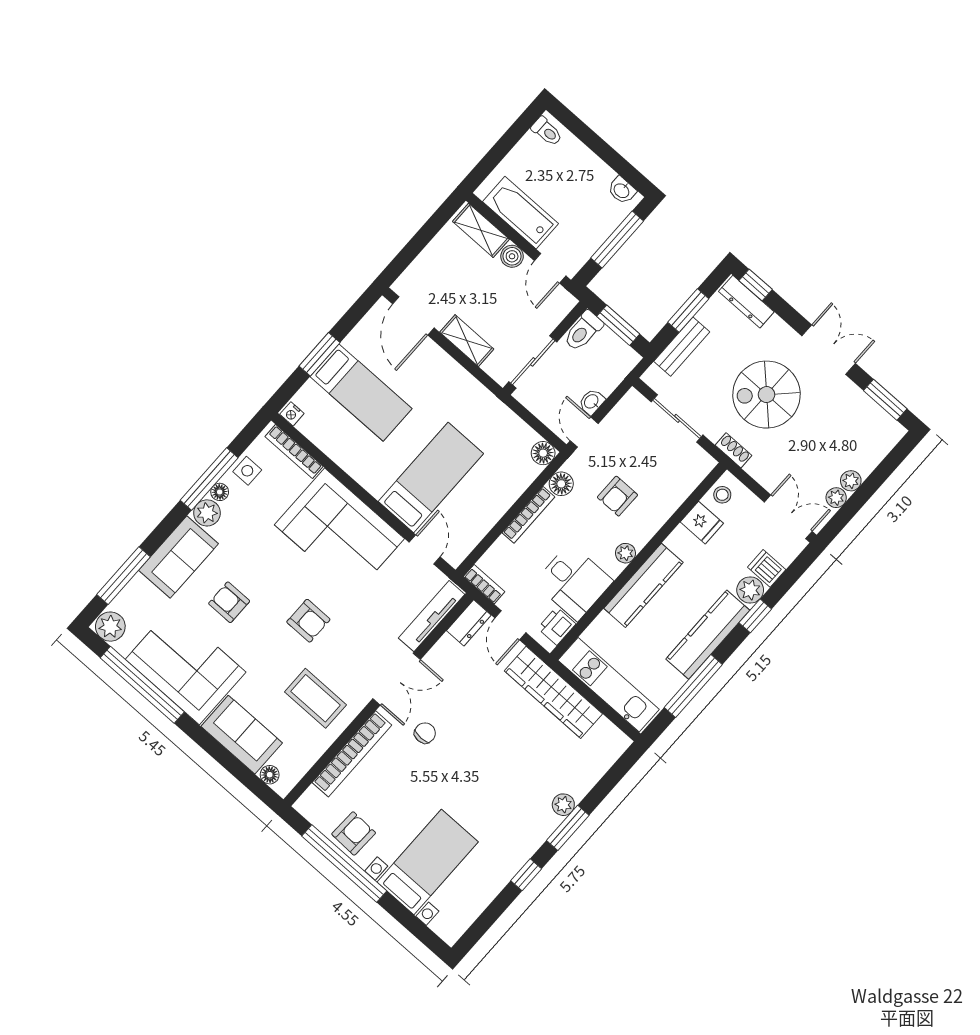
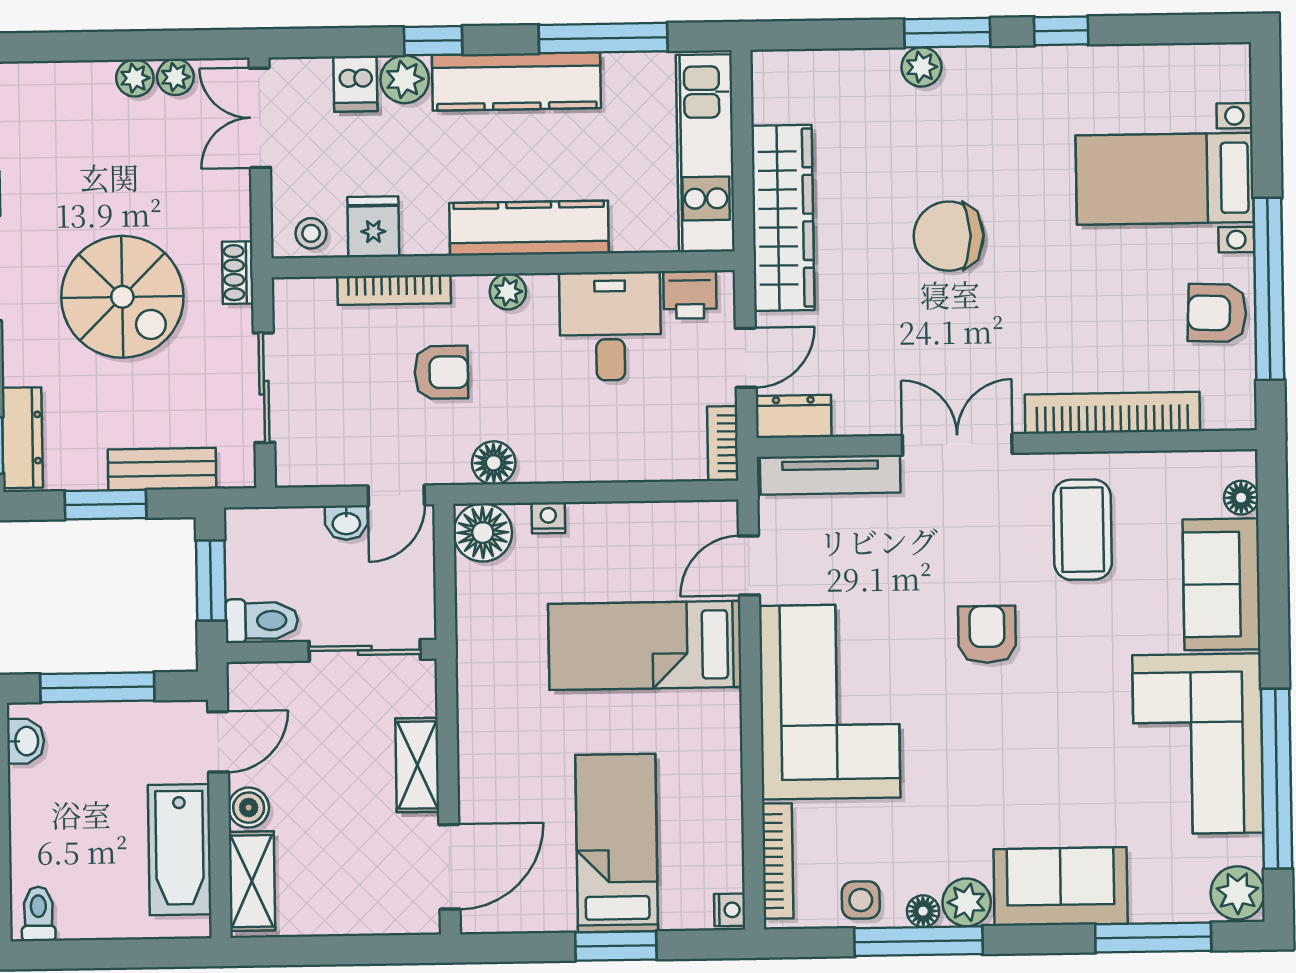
floor lamp: (543, 453) -> (483, 533), width x1.38, depth x1.38
nightstand: (519, 486) -> (548, 518), added
bookcase: (528, 515) -> (394, 290), moved, turned 180
armchair: (229, 602) -> (1059, 763), removed
chair: (425, 733) -> (949, 236), moved, width x1.87, depth x1.87

